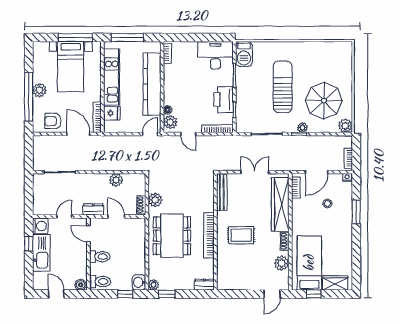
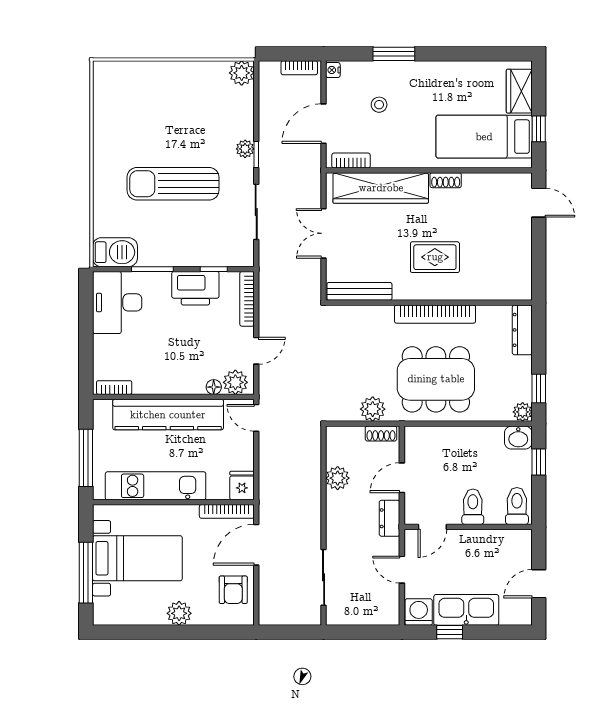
window: (75, 38) -> (86, 573), moved
window: (29, 97) -> (191, 632), removed
parasol: (324, 101) -> (197, 111), removed
fridge: (112, 113) -> (242, 486), moved
door: (317, 172) -> (324, 124), swing flipped
rug: (241, 235) -> (435, 257), turned 90
plant: (282, 263) -> (484, 186), removed
boiler: (81, 285) -> (522, 541), removed
dresser: (204, 285) -> (522, 330), width x1.44

